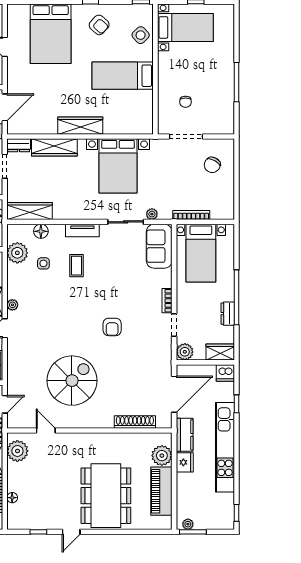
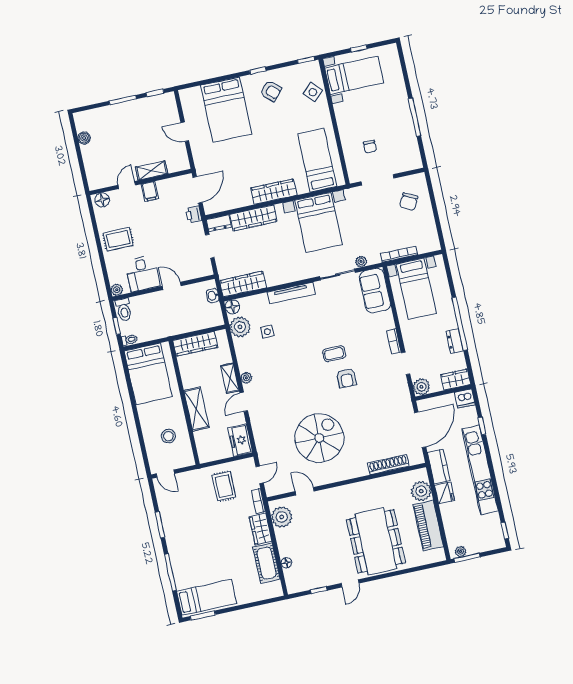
bed: (123, 76) -> (317, 160), moved, turned 90
tv unit: (82, 230) -> (291, 293), width x1.41
floor lamp: (41, 231) -> (232, 307), moved
coffee table: (76, 266) -> (334, 354), moved, turned 90

